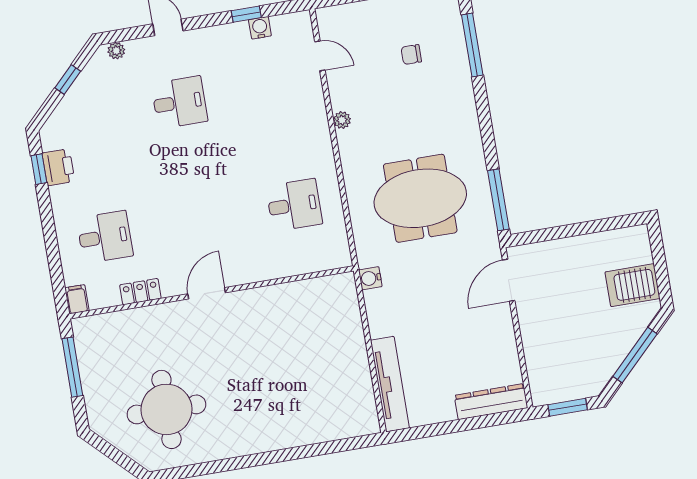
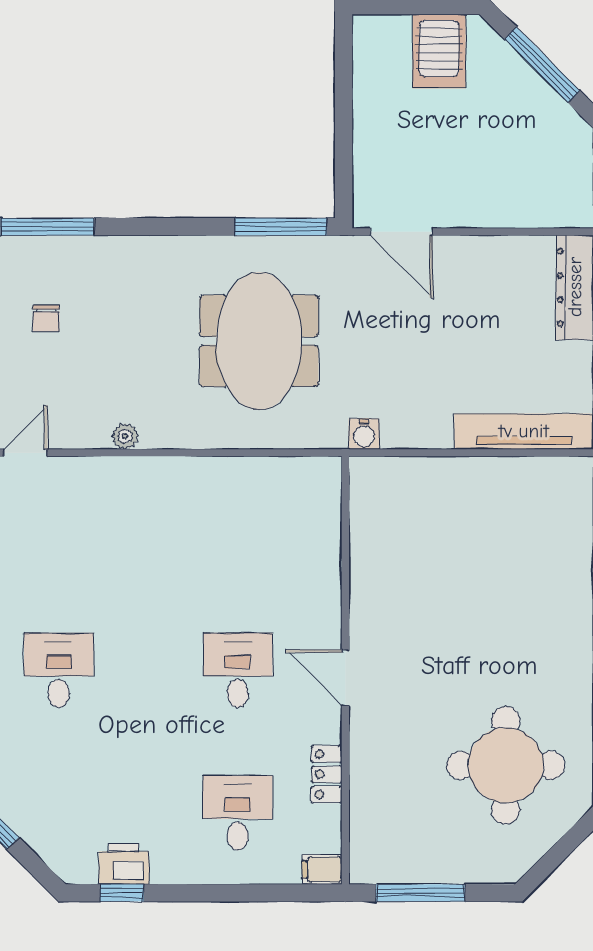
desk: (294, 205) -> (238, 670), moved

